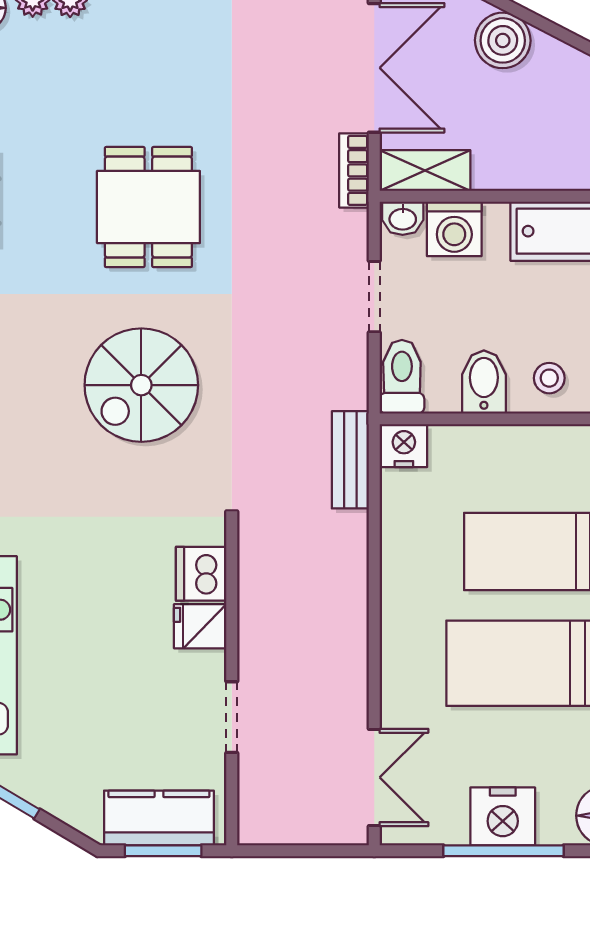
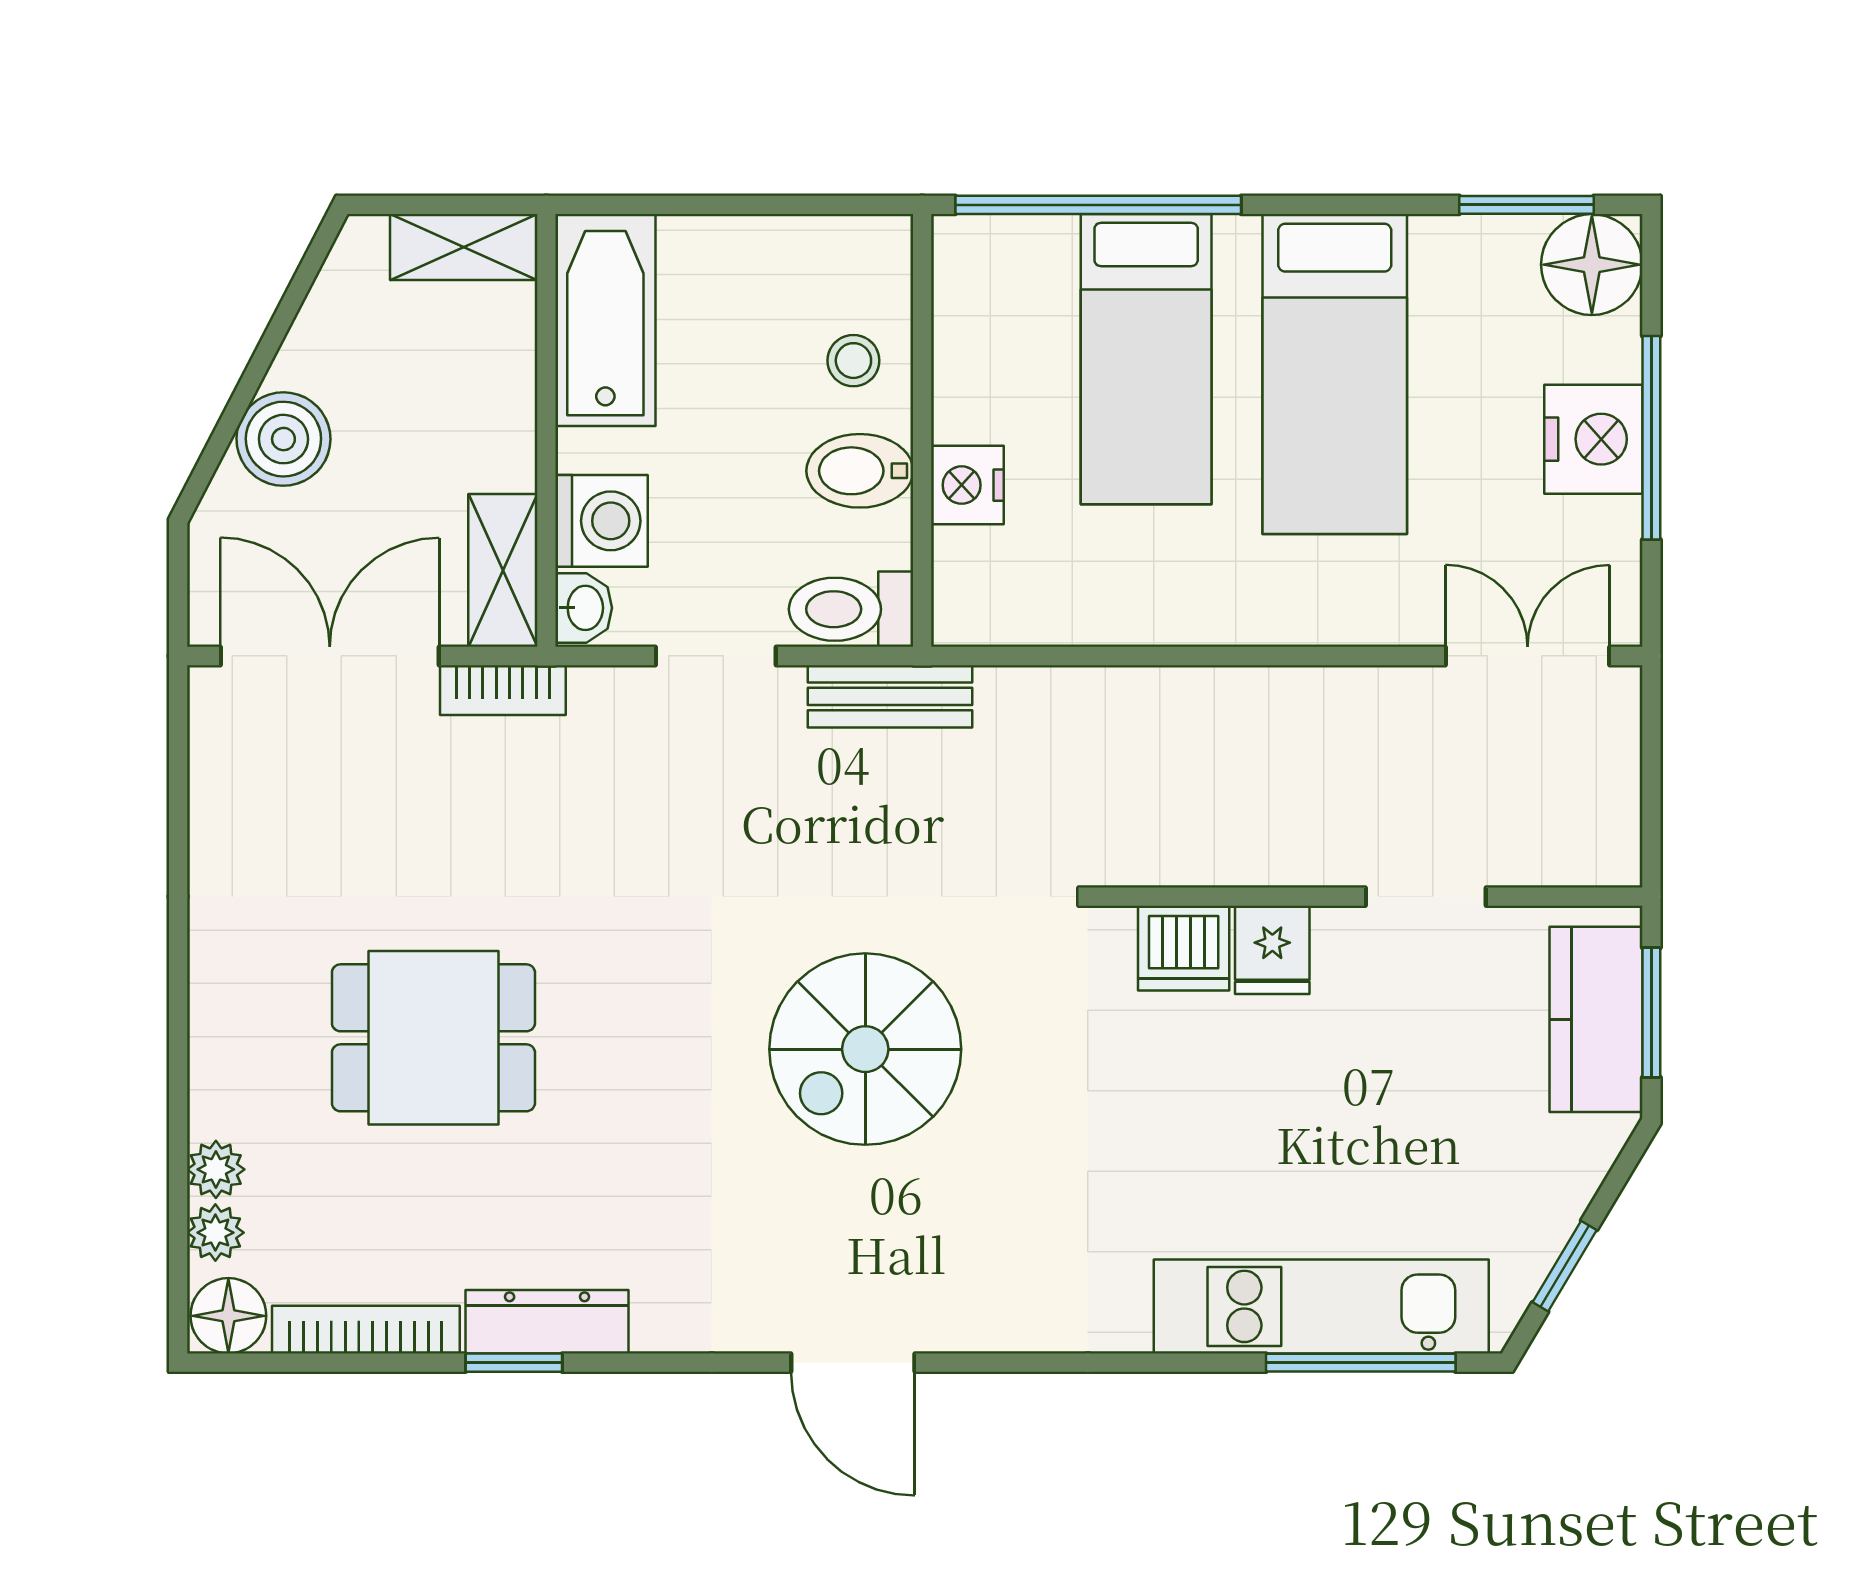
dining table: (148, 207) -> (433, 1038), moved
spiral stairs: (141, 385) -> (865, 1049), turned 90
nightstand: (404, 446) -> (967, 485), moved
bench: (350, 460) -> (890, 696), moved

